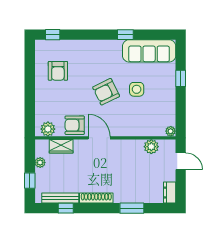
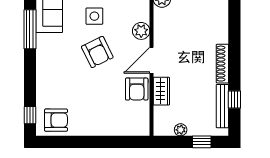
window: (125, 35) -> (30, 29), width x2.17
armchair: (58, 71) -> (56, 120), moved
plant: (48, 129) -> (141, 31), moved
wardrobe: (61, 146) -> (161, 91), moved
window: (132, 208) -> (234, 22), removed

